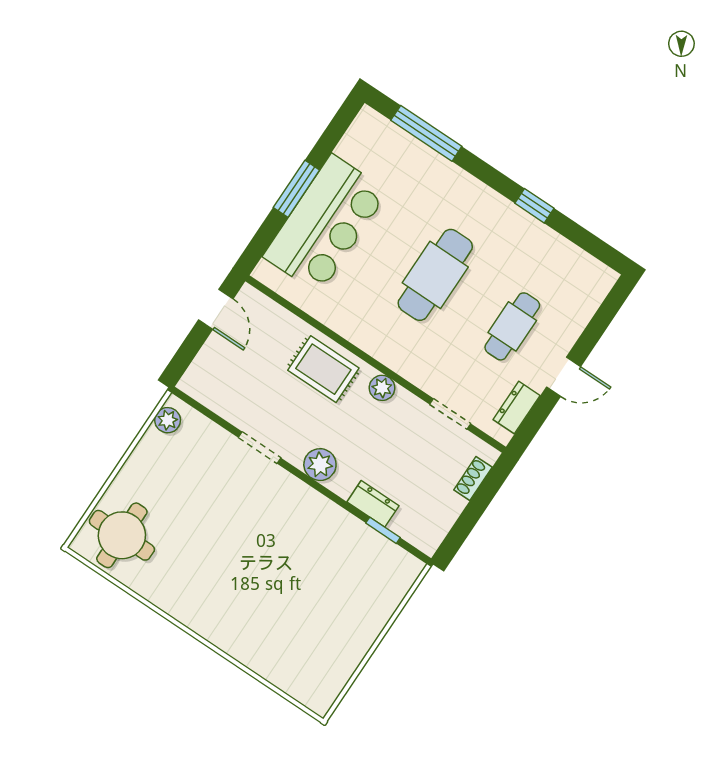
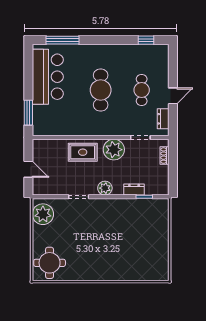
window: (296, 189) -> (28, 113), moved
window: (534, 206) -> (146, 40), moved
bar counter: (325, 224) -> (48, 77), moved
door: (216, 309) -> (28, 169), moved
plant: (382, 388) -> (114, 150), width x1.87, depth x1.87
plant: (168, 420) -> (43, 214), width x1.87, depth x1.87

